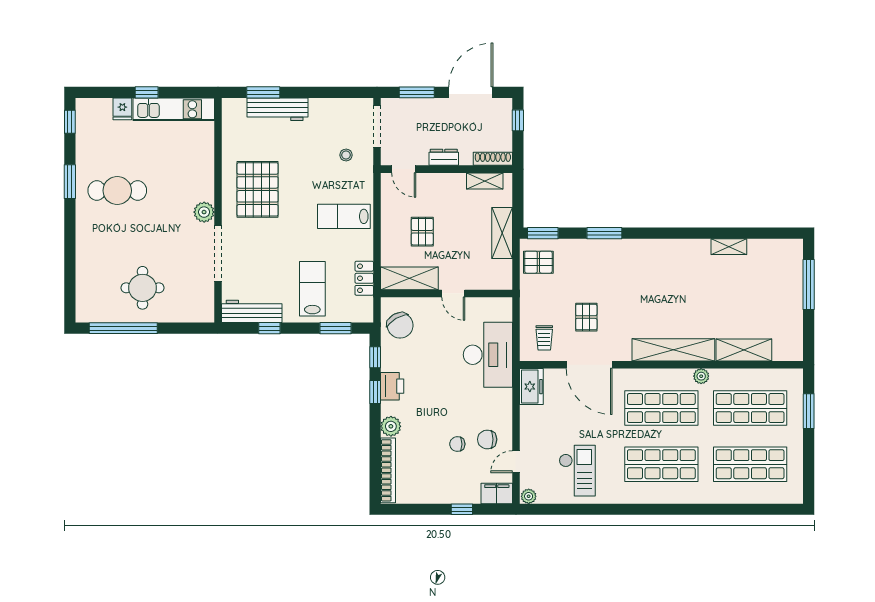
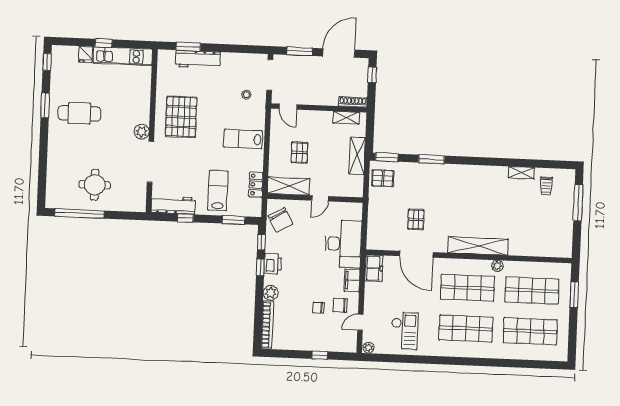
dresser: (444, 157) -> (317, 99), removed
door: (453, 293) -> (320, 198), hinge flipped
trolley: (544, 338) -> (546, 186), moved
shelving: (744, 350) -> (529, 248), removed
filing cabinet: (497, 493) -> (352, 280), moved, turned -90

